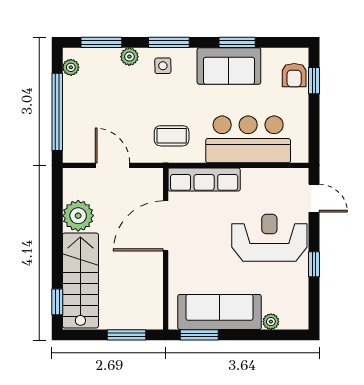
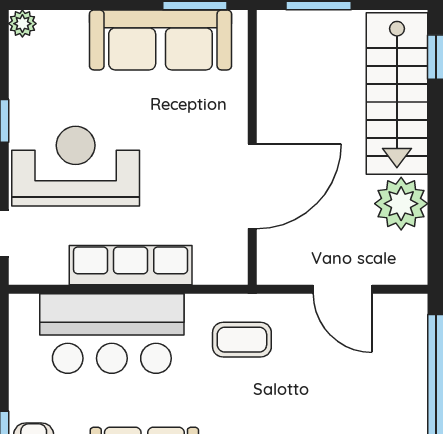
row of seats: (204, 180) -> (131, 265), moved
reception desk: (269, 238) -> (76, 166), turned 180
plant: (271, 322) -> (22, 24), moved

